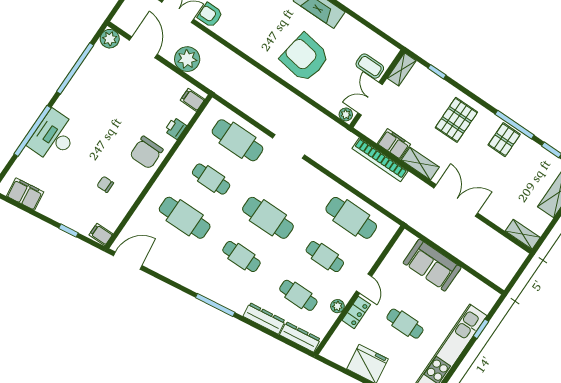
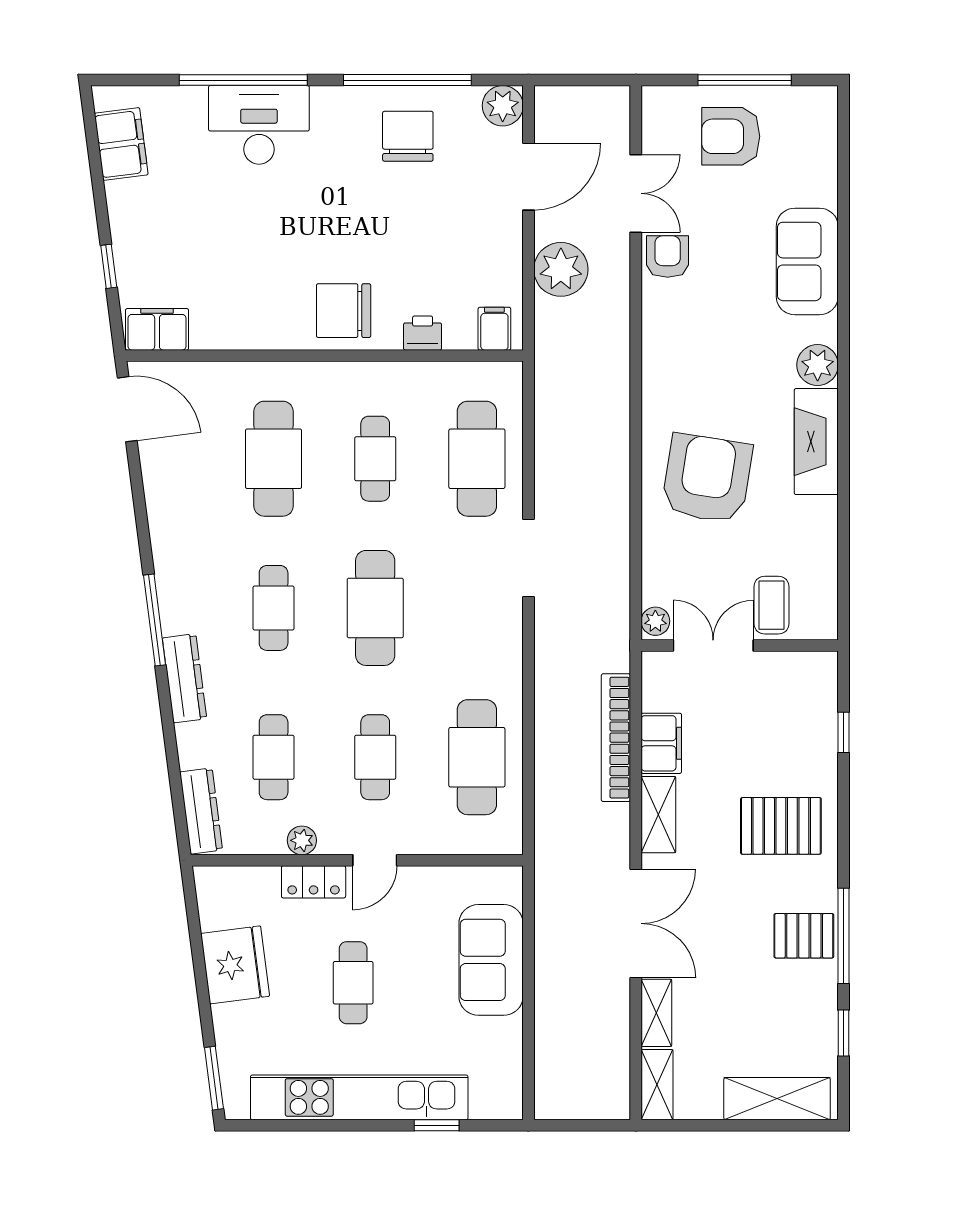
shelving: (402, 69) -> (656, 1013), moved, turned 90
chair: (105, 184) -> (408, 136), moved, width x1.87, depth x1.87
filing cabinet: (101, 234) -> (157, 329), width x2.00
dresser: (264, 318) -> (185, 678), moved

